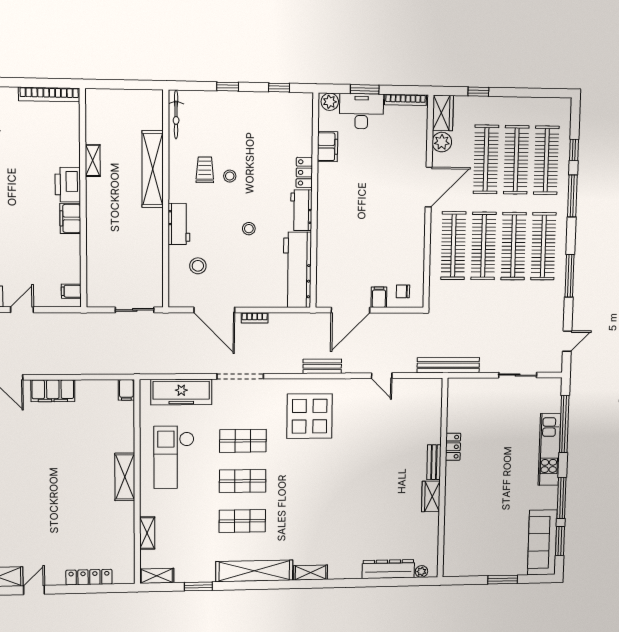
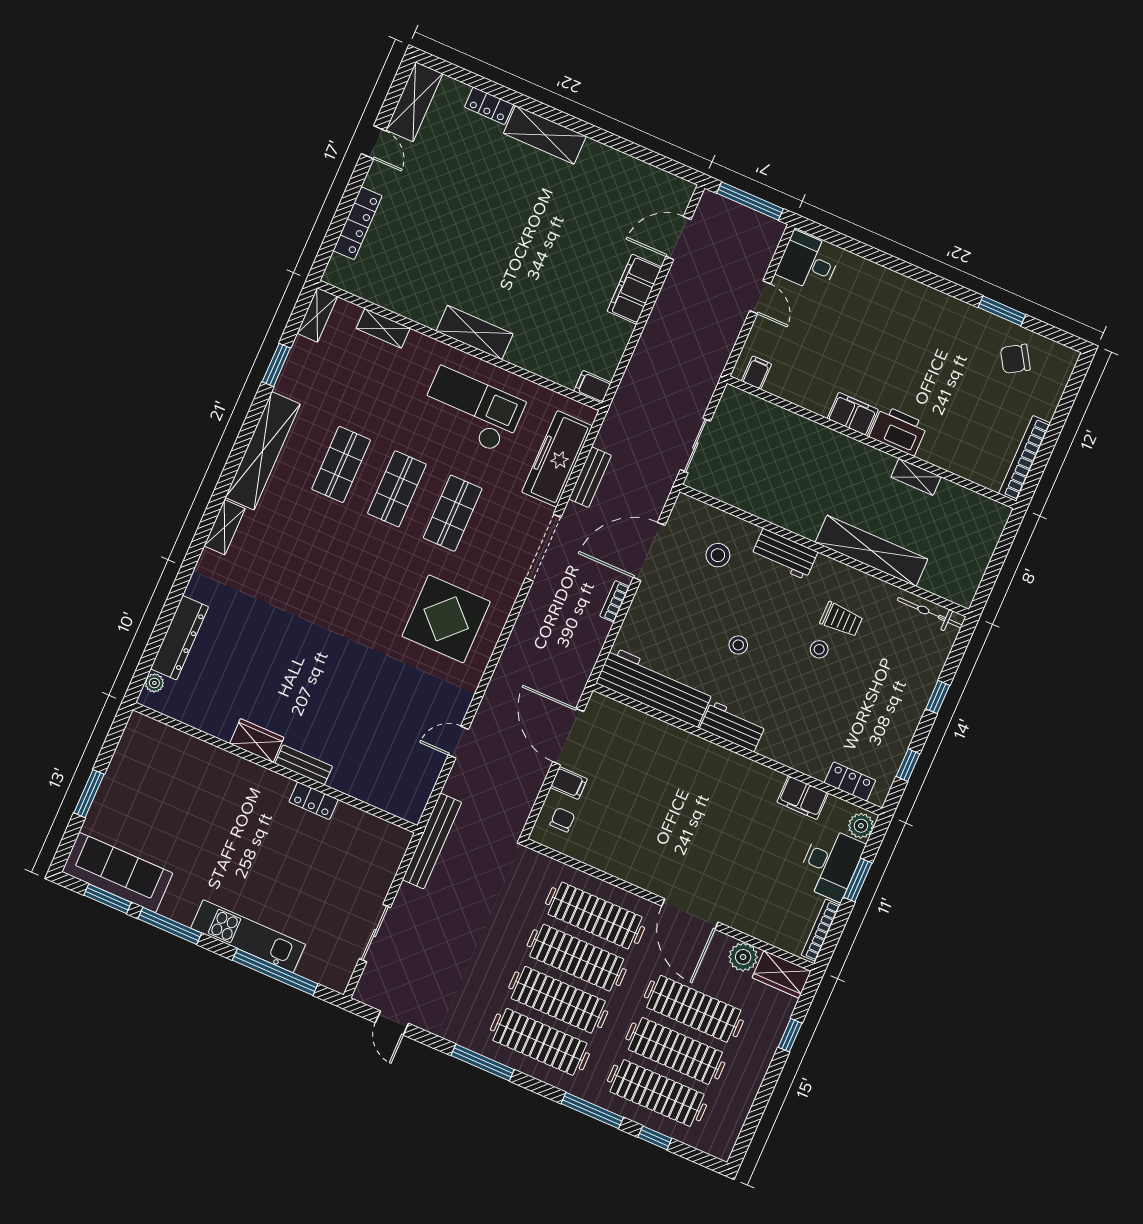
locker: (304, 172) -> (850, 782), moved
bench: (322, 366) -> (590, 477), moved

